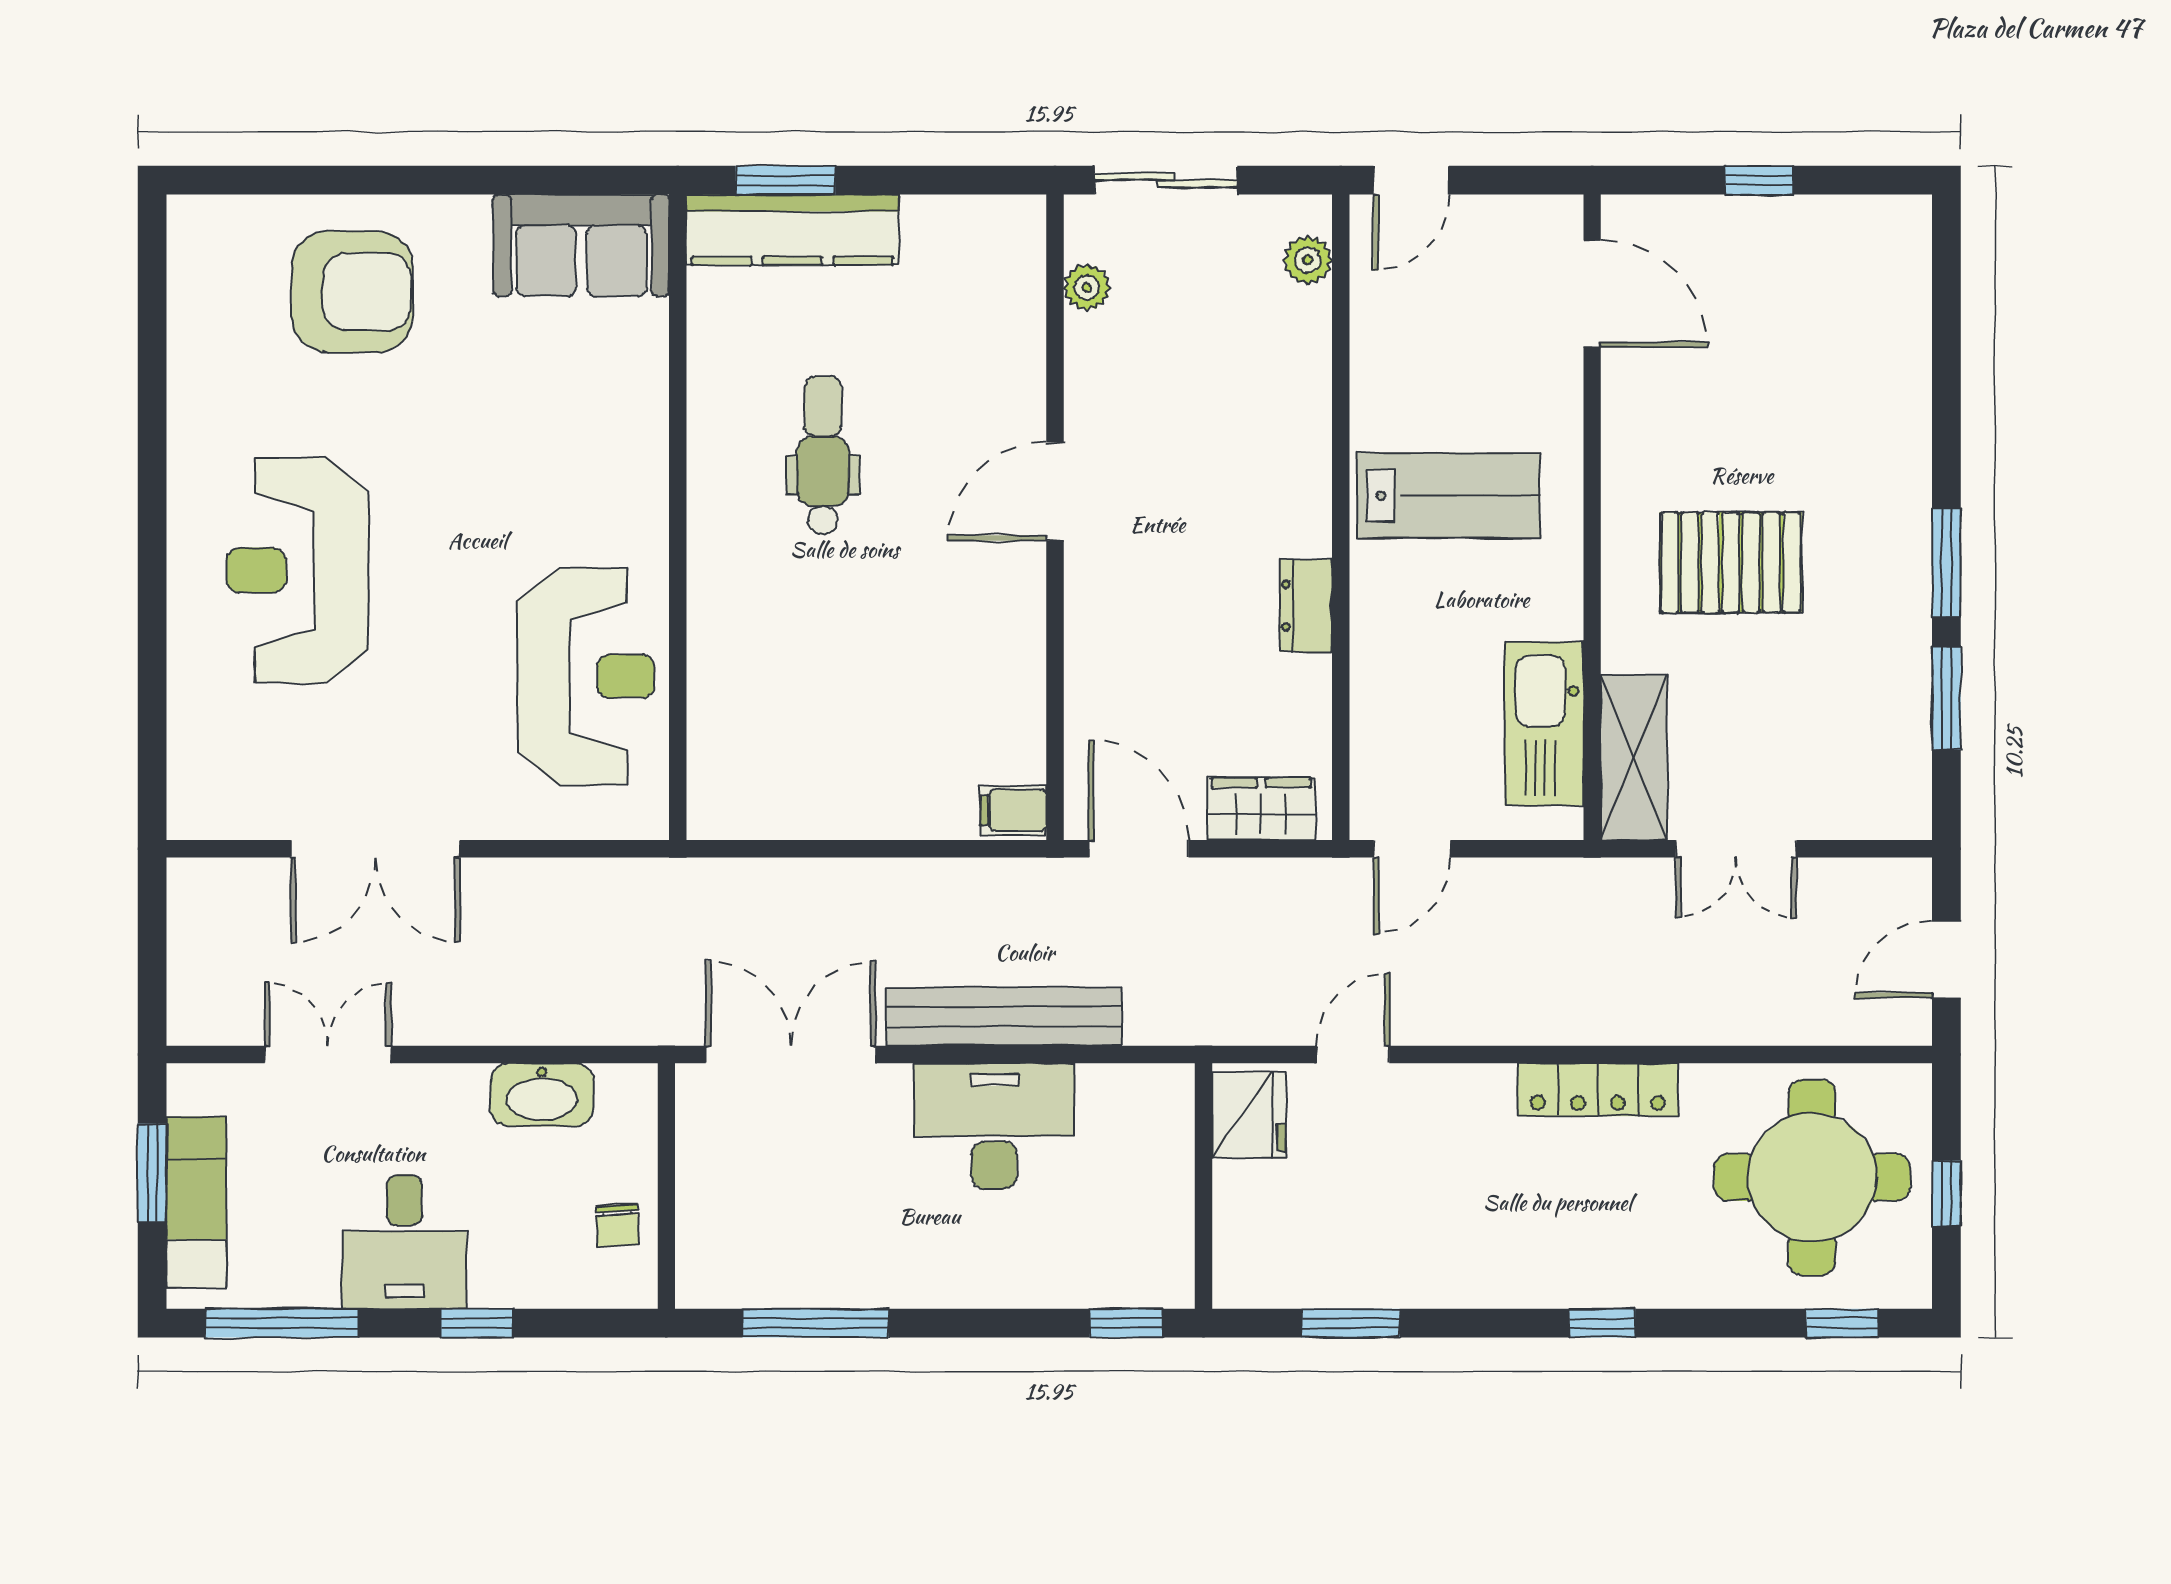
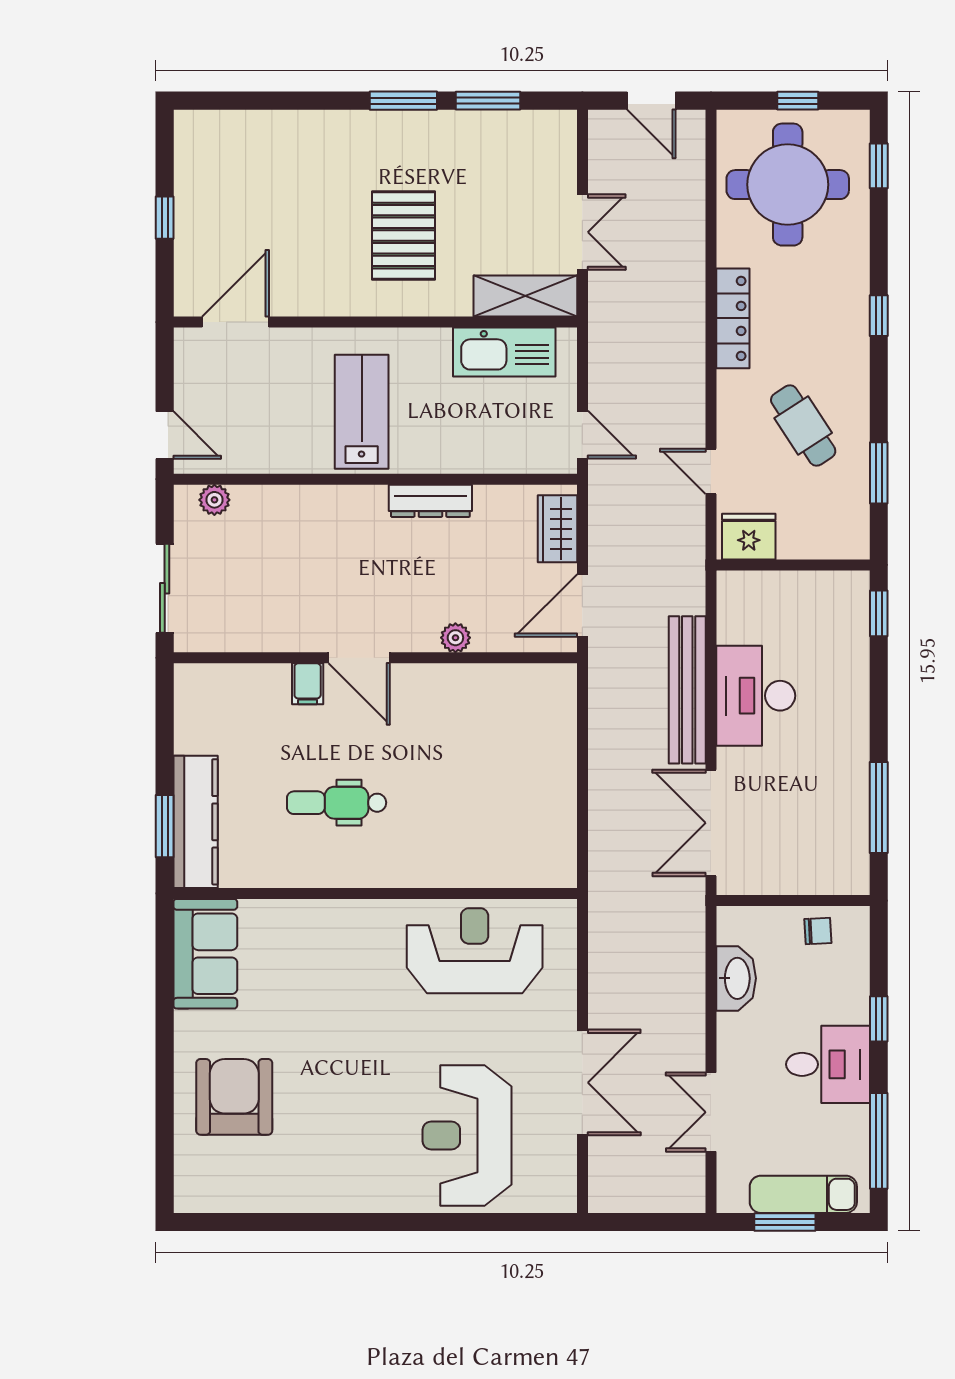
plant: (1087, 287) -> (455, 638), moved
reception desk: (297, 570) -> (467, 1135), moved, turned 90
dresser: (1306, 606) -> (430, 501), width x1.44
filing cabinet: (1013, 810) -> (308, 684), moved
cafe table: (1427, 1202) -> (803, 426), added

